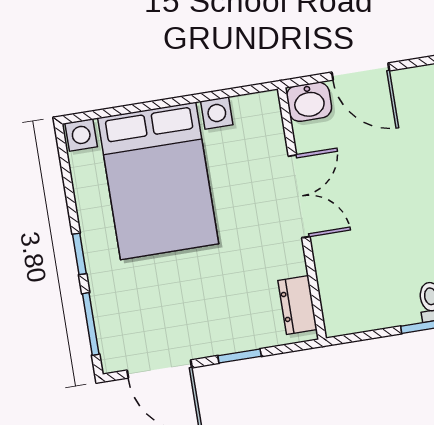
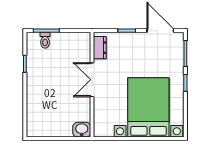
door: (361, 72) -> (59, 139), removed
double door: (299, 196) -> (92, 80), moved

